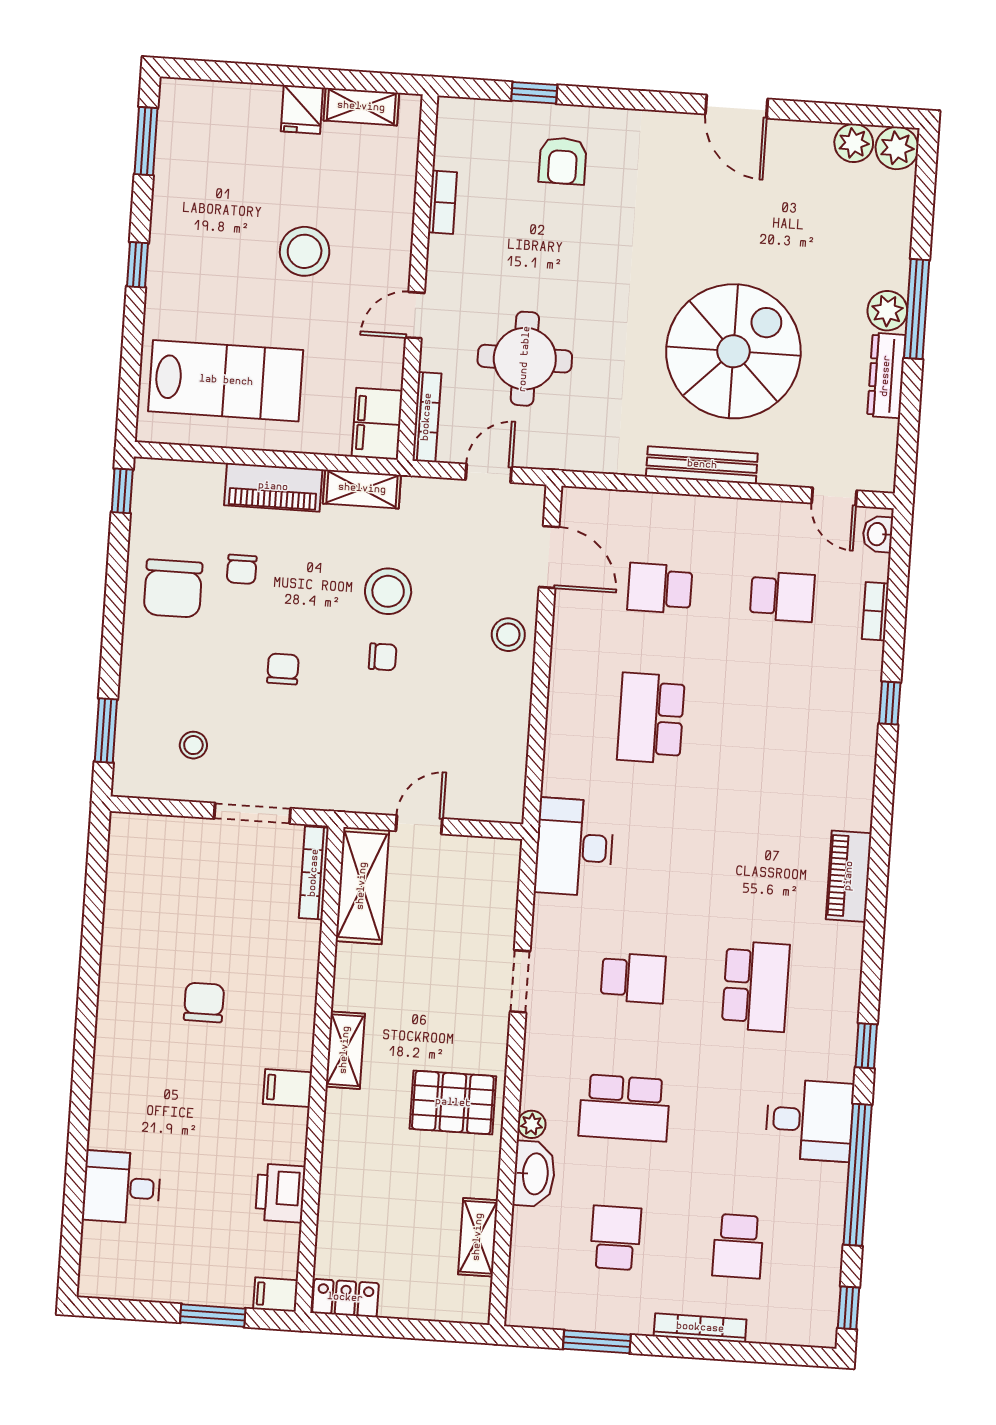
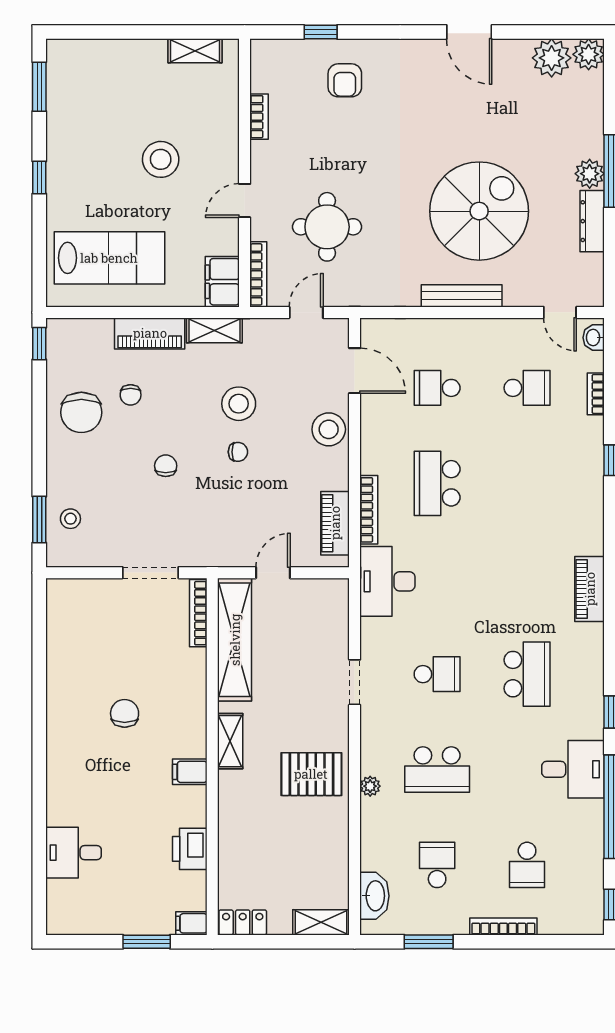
fridge: (302, 109) -> (152, 56), removed
plant: (854, 143) -> (552, 58), width x1.36, depth x1.36
stool: (508, 635) -> (329, 429), width x1.38, depth x1.38
stool: (193, 745) -> (70, 519), moved
bookcase: (555, 748) -> (369, 510), added
piano: (508, 763) -> (335, 523), added
shelving: (362, 886) -> (235, 640), width x1.47
washbasin: (534, 1174) -> (374, 896), moved
shelving: (478, 1237) -> (321, 922), moved, turned 90

